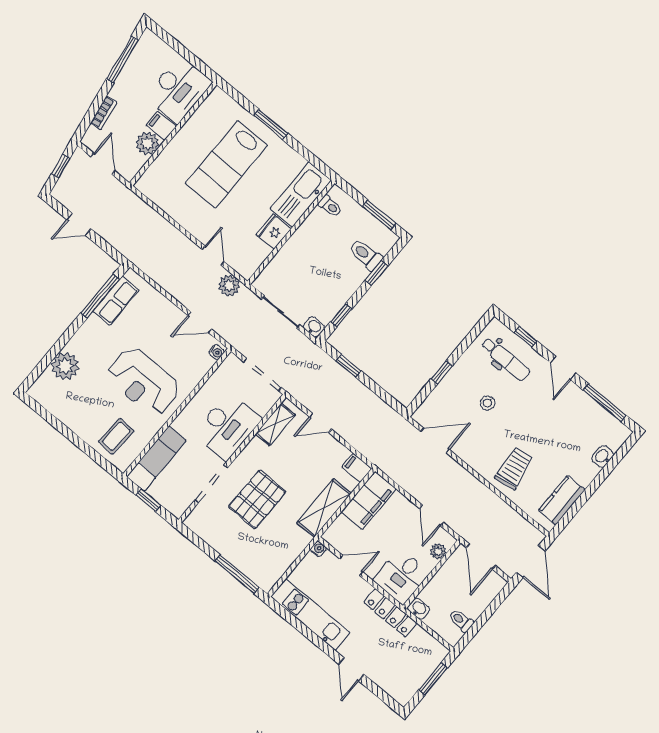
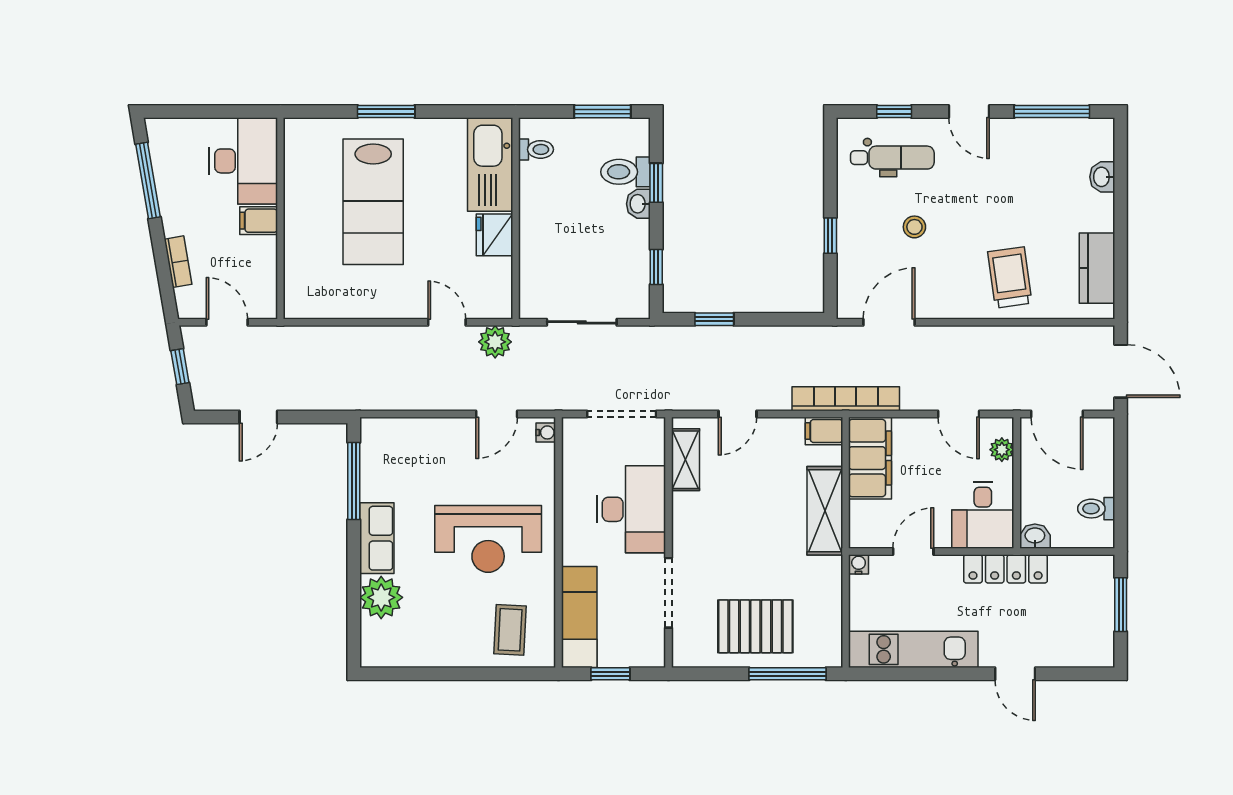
plant: (147, 143) -> (260, 255), removed
row of seats: (116, 301) -> (377, 538), moved
washbasin: (314, 327) -> (638, 204), moved, turned -90
bookcase: (381, 461) -> (846, 399), added
pallet: (257, 499) -> (755, 626), moved, turned 90

